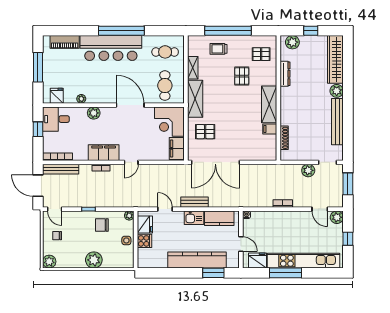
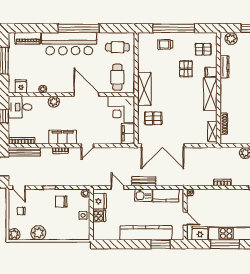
shelving: (193, 68) -> (212, 131), moved
filing cabinet: (270, 129) -> (211, 72), moved
plant: (94, 260) -> (38, 233), moved

